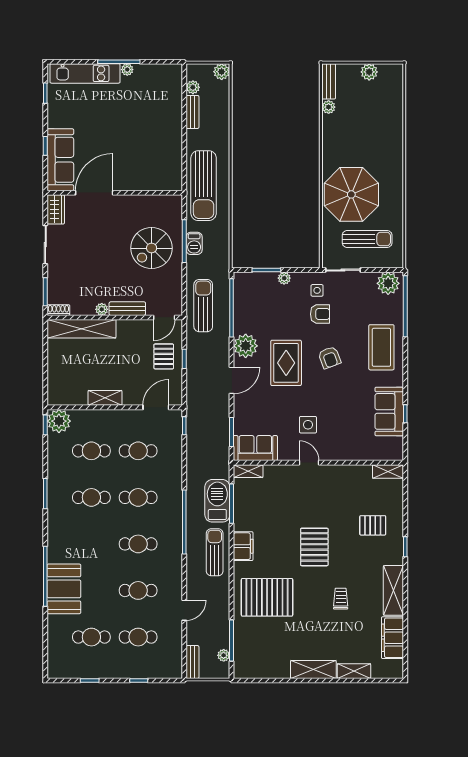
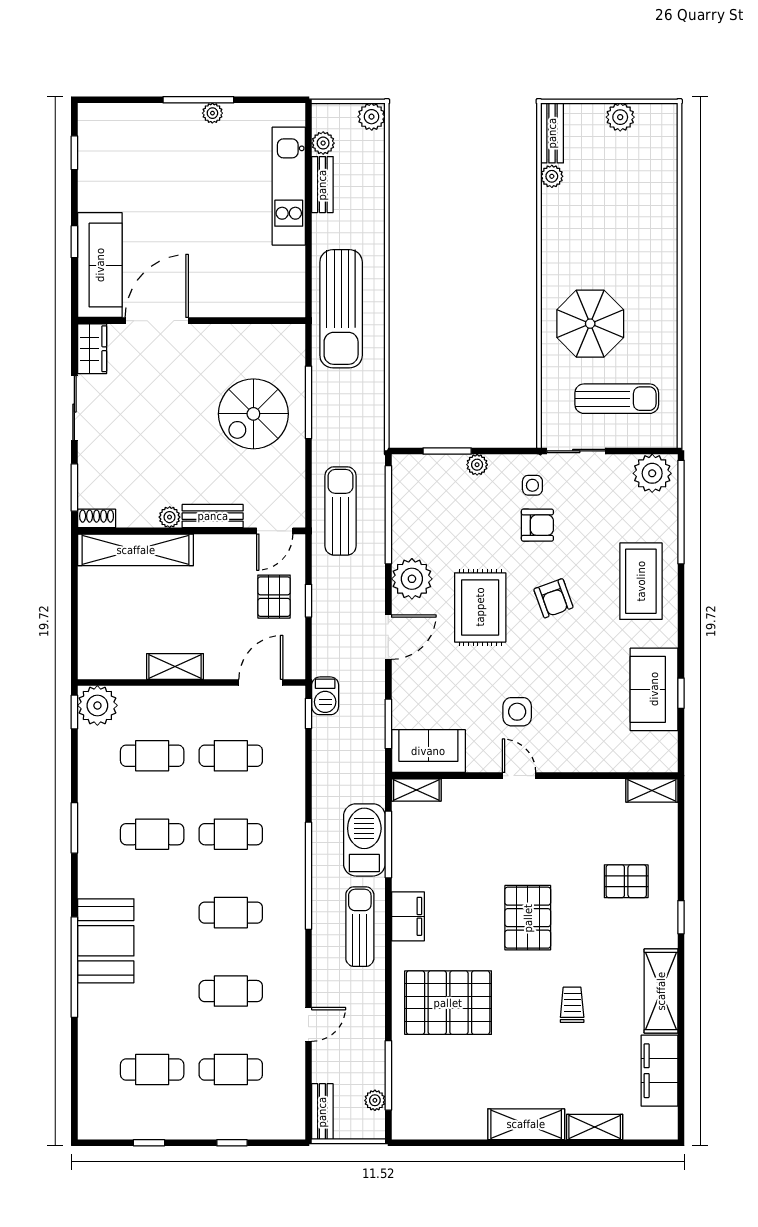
kitchen unit: (85, 73) -> (289, 186), moved, turned 90
parasol: (351, 194) -> (590, 324), width x0.73, depth x0.73
barbecue: (194, 243) -> (325, 696), moved
booth: (64, 589) -> (106, 941), moved

